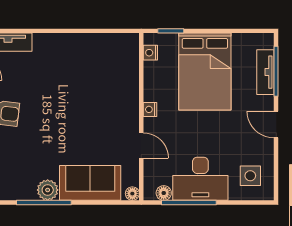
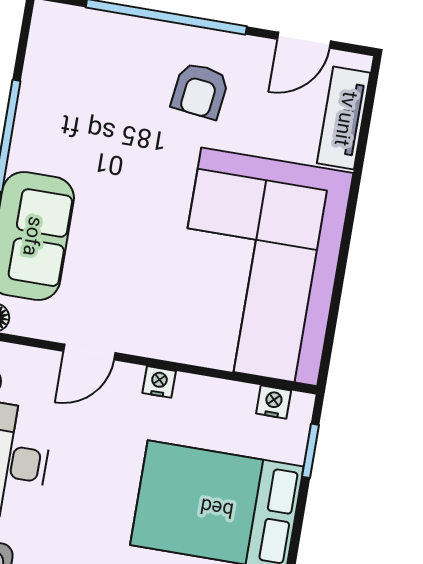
corner sofa: (86, 71) -> (259, 267), added
plant: (48, 190) -> (31, 148), removed

